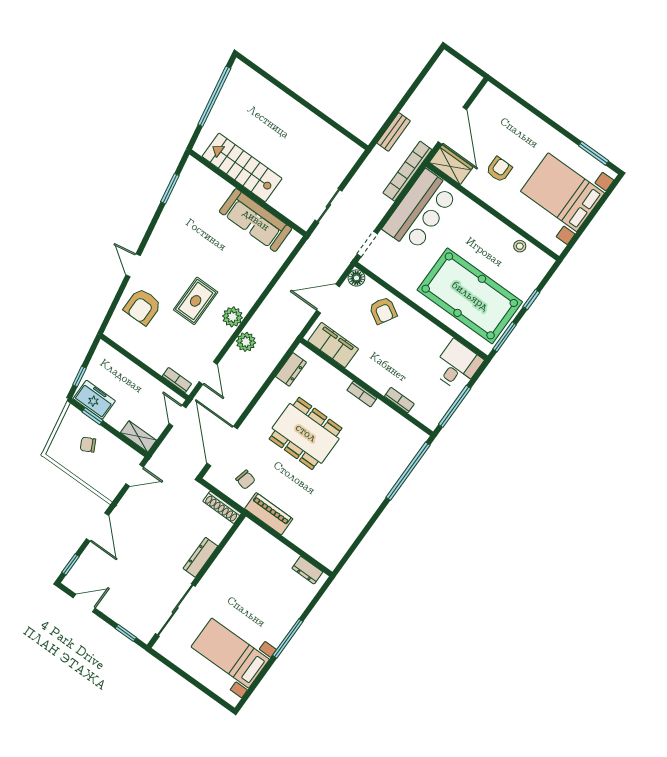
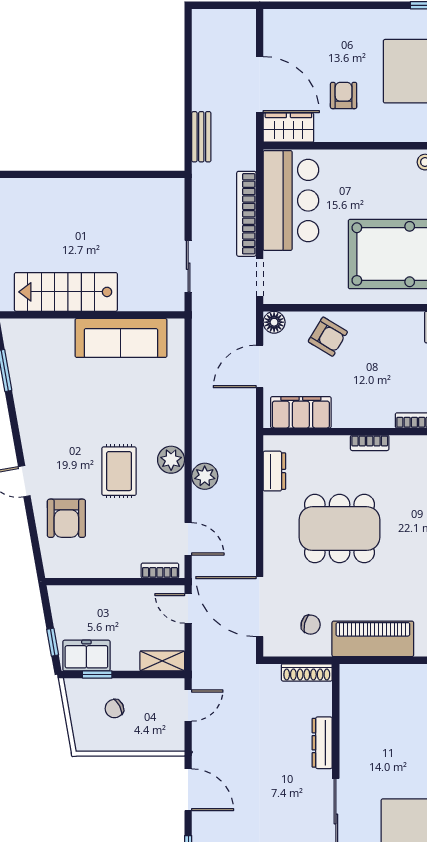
bookcase: (407, 171) -> (246, 214), moved
piano: (269, 514) -> (373, 639), width x1.37, depth x1.33

